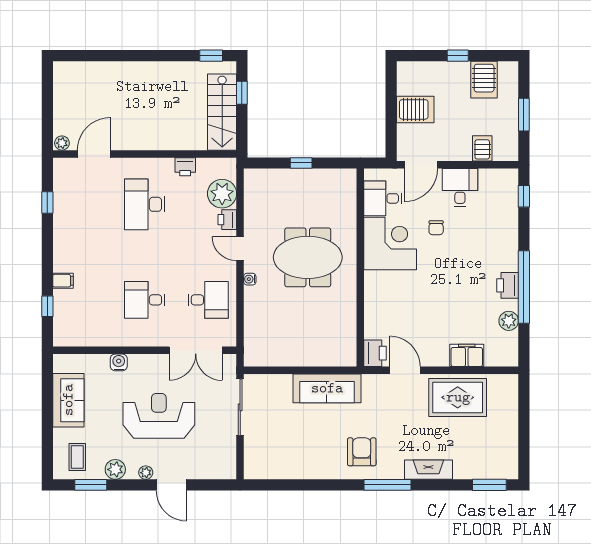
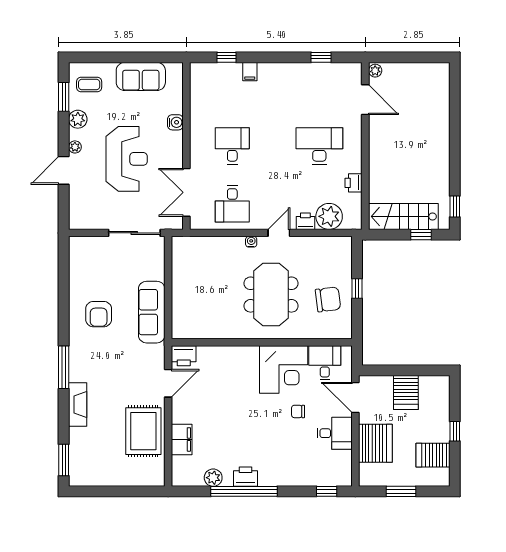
server rack: (482, 148) -> (375, 443), width x2.18, depth x1.44
chair: (313, 195) -> (328, 299), added
armchair: (362, 452) -> (99, 314), moved, turned 90

